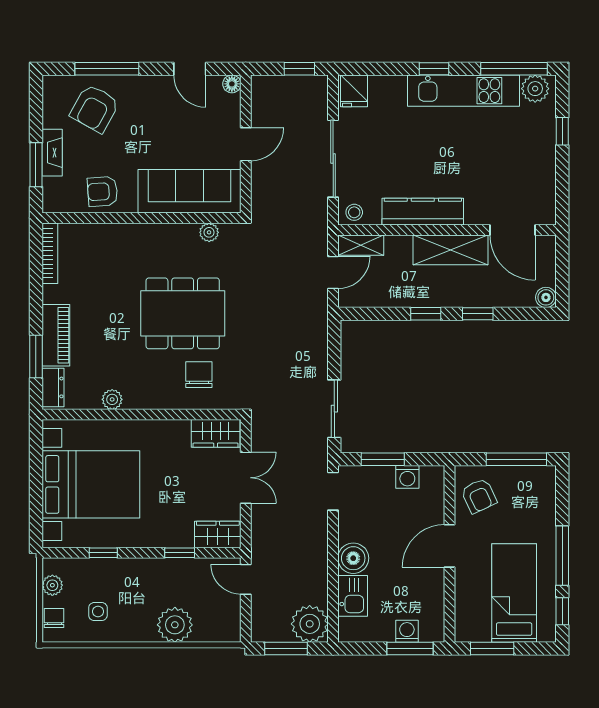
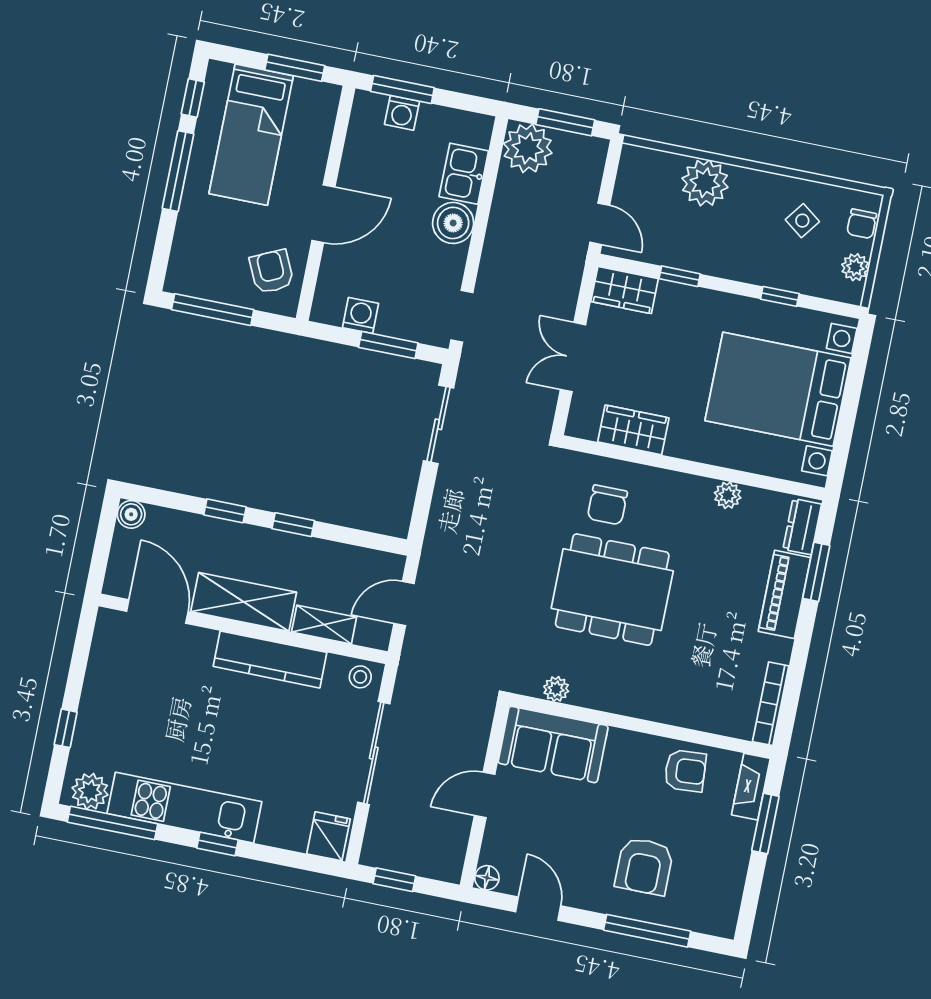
armchair: (95, 108) -> (644, 866), moved, turned 151
fireplace: (52, 153) -> (751, 787), moved
sofa: (189, 191) -> (553, 744), width x0.73
shelving: (361, 245) -> (324, 625), moved
wardrobe: (216, 433) -> (633, 430), moved
side table: (98, 612) -> (802, 221), turned 37

